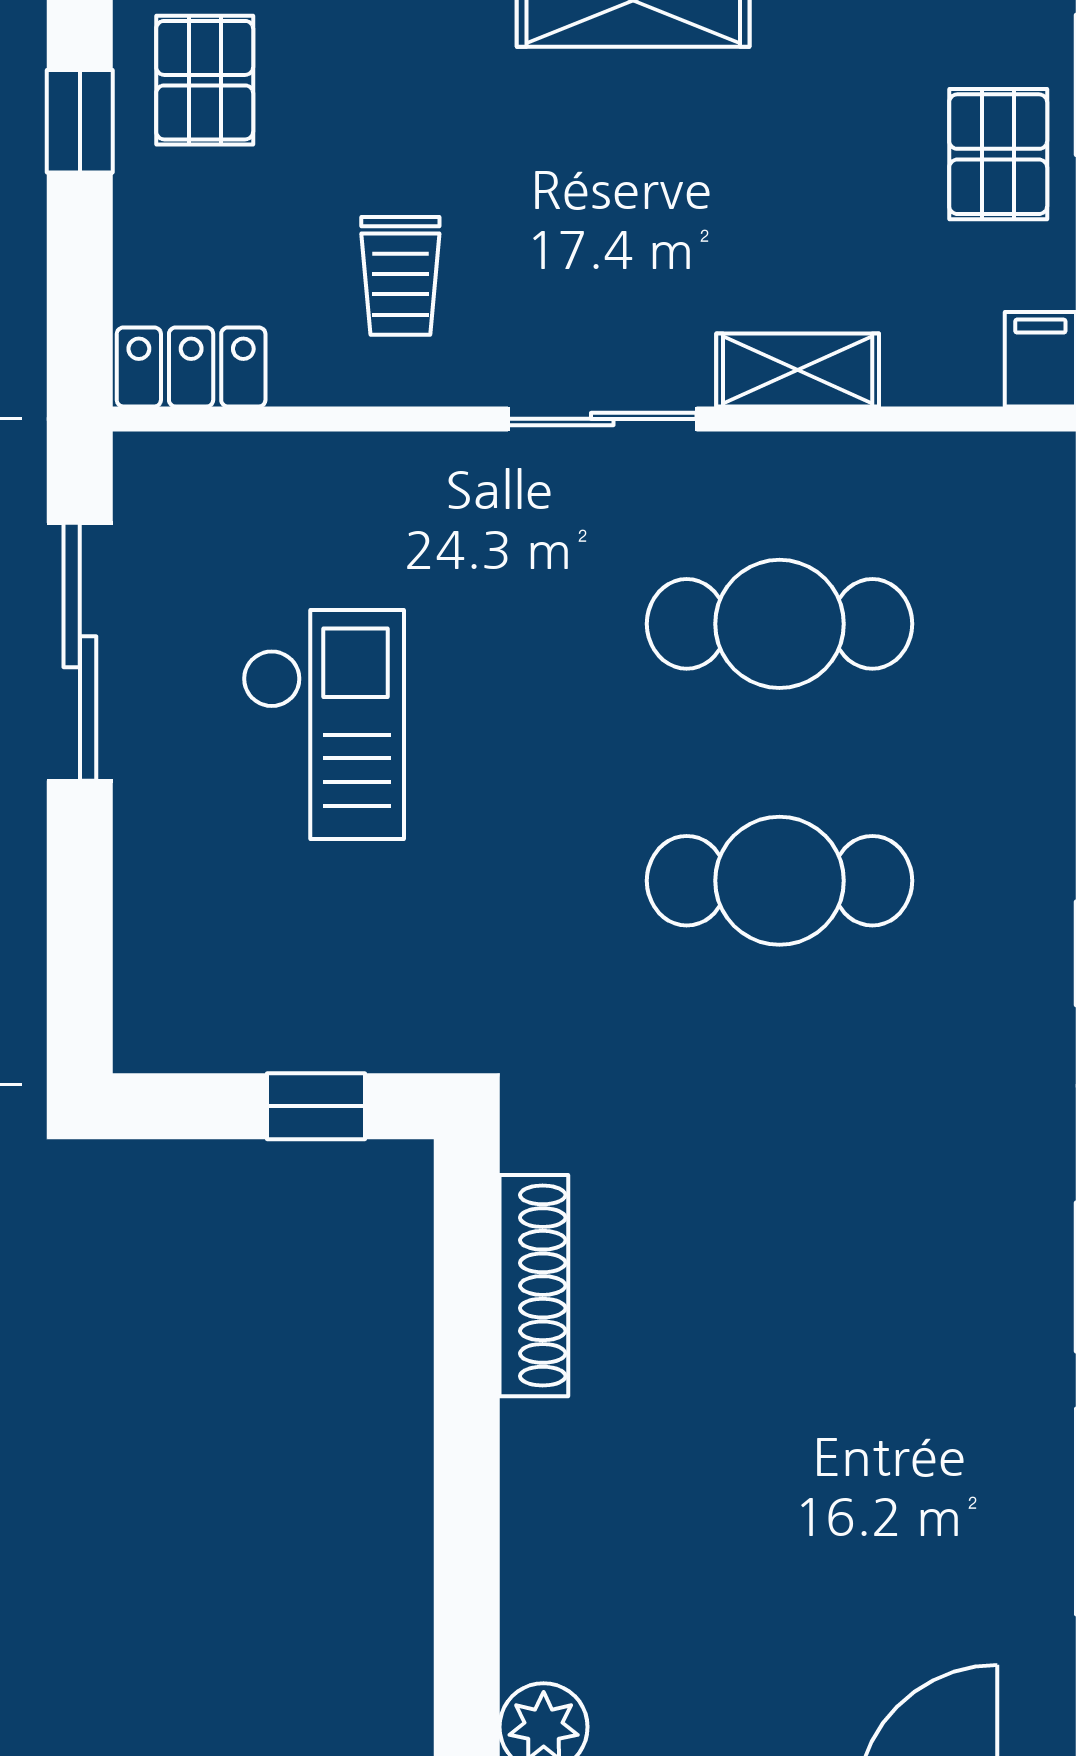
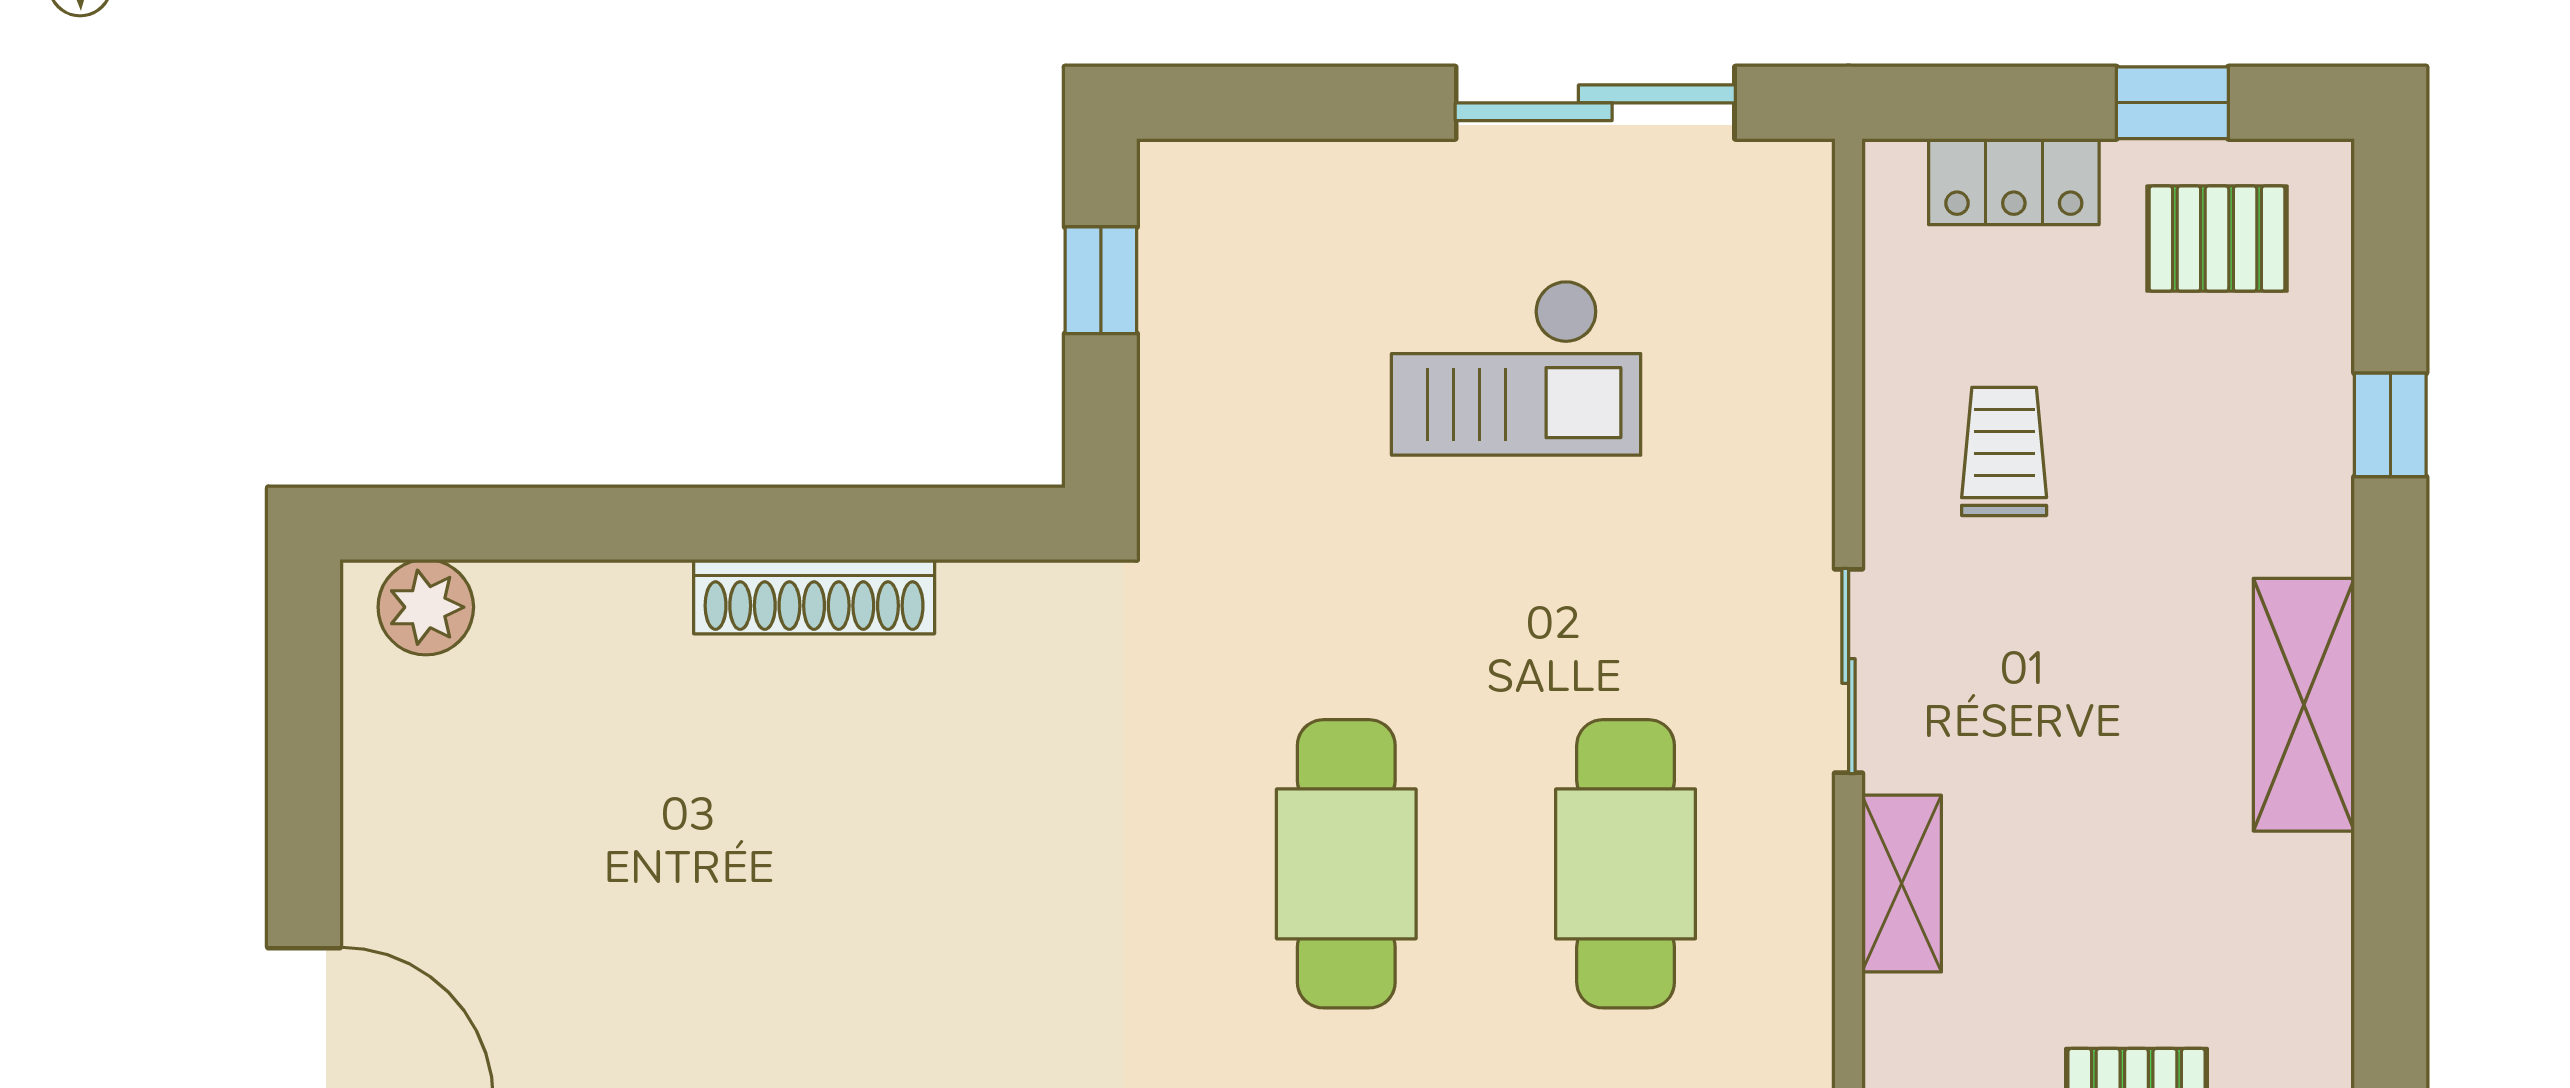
trolley: (400, 276) -> (2004, 451), turned 90
locker: (191, 367) -> (2014, 182), moved, turned 90
window: (316, 1106) -> (1101, 280), moved
shoe rack: (534, 1286) -> (814, 597), moved

